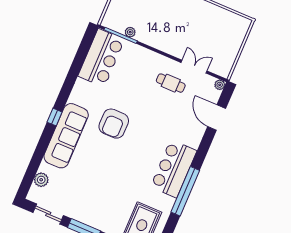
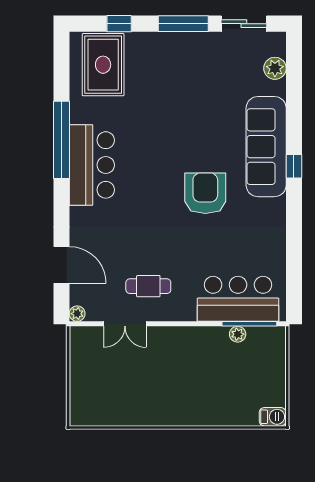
bar counter: (101, 58) -> (238, 299), moved, turned 90

